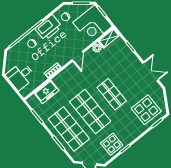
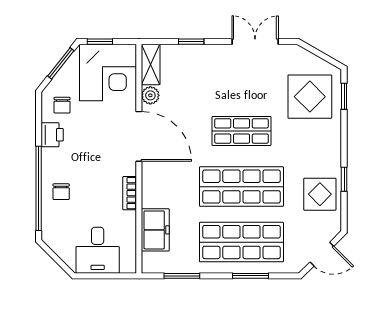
printer: (49, 28) -> (52, 135), width x0.53, depth x0.68
door: (78, 56) -> (139, 136), width x1.88

